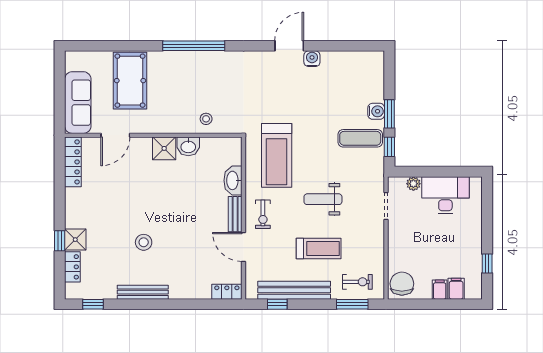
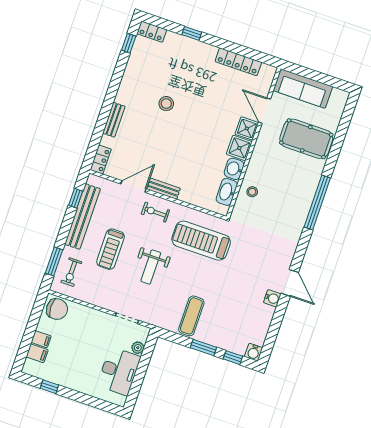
water cooler: (376, 111) -> (254, 352), moved
window: (389, 147) -> (233, 358), moved
locker: (73, 162) -> (238, 62), moved
washbasin: (233, 180) -> (227, 192), moved, turned -90
weight bench: (323, 199) -> (151, 267), turned 180
shower: (75, 240) -> (247, 128), moved
locker: (72, 267) -> (152, 32), moved
bench: (143, 292) -> (114, 120), moved, width x0.73

